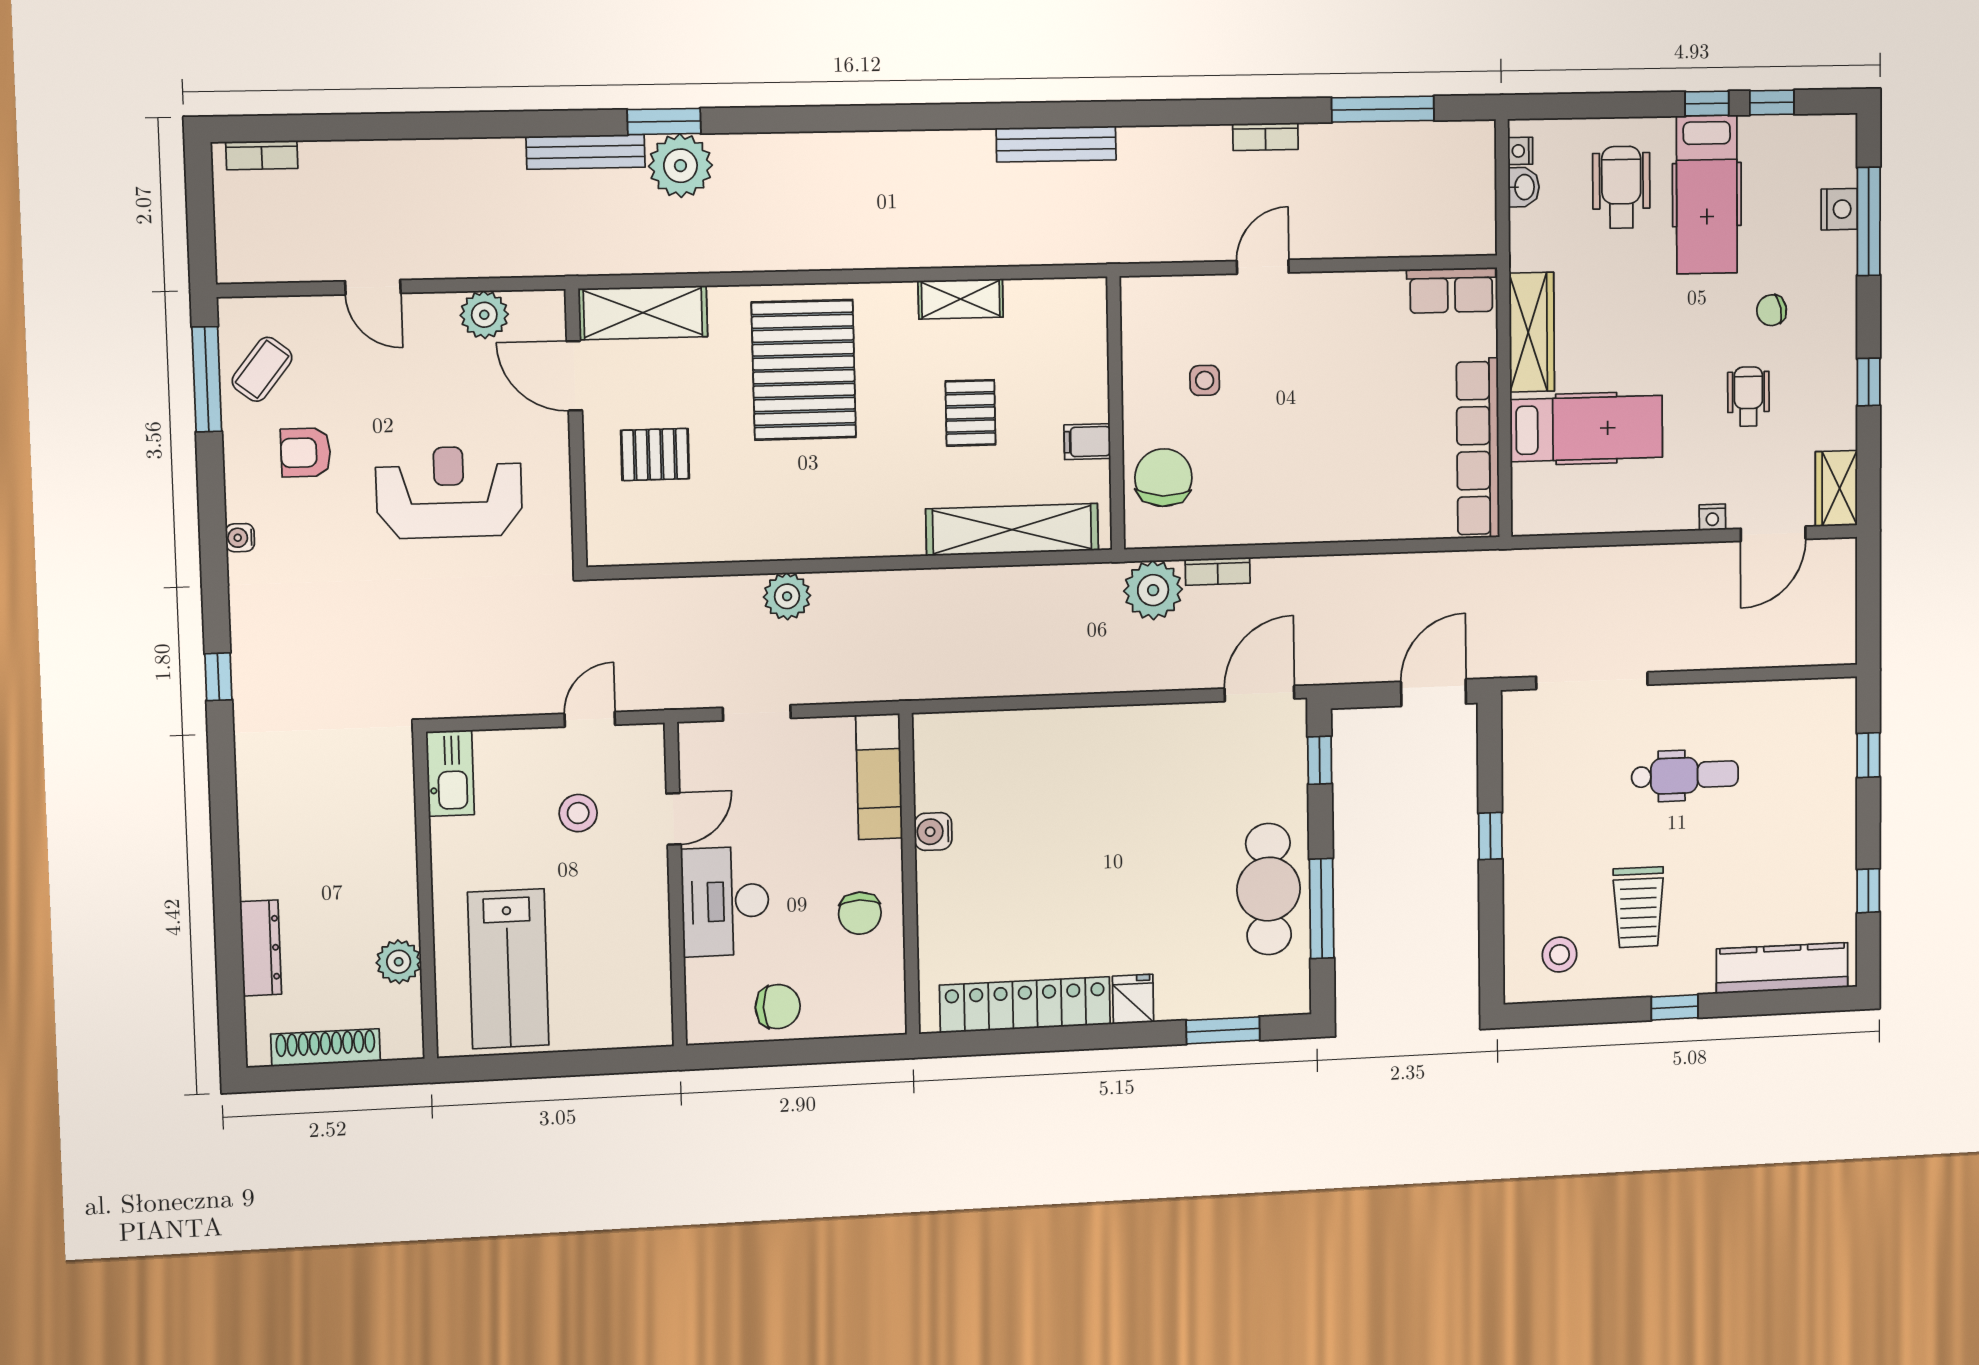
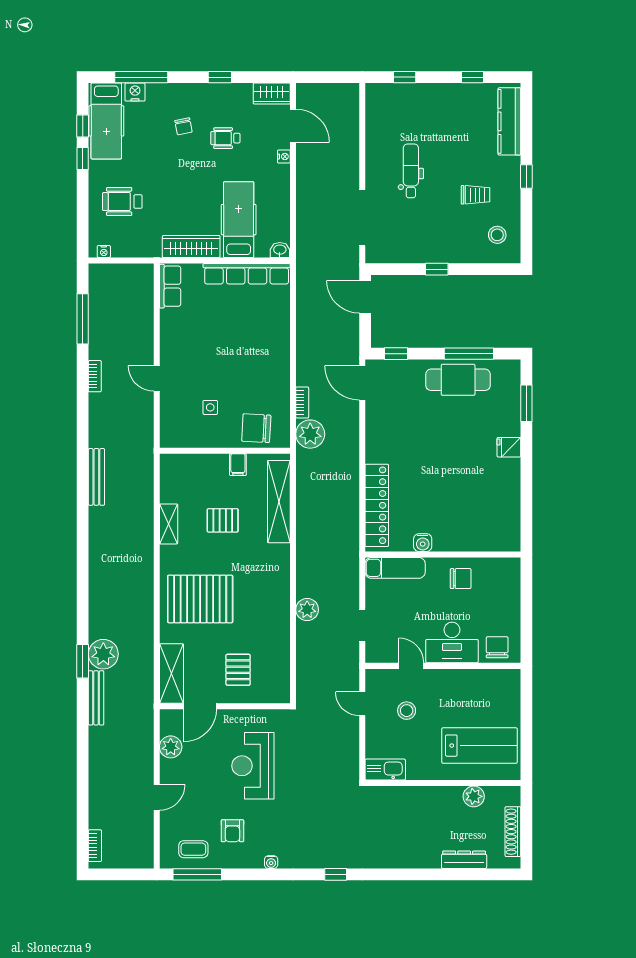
washbasin: (1524, 187) -> (280, 250), moved
hospital bed: (1707, 195) -> (106, 121), moved, turned 90
coffee table: (262, 369) -> (193, 849), turned -38
trolley: (1638, 907) -> (476, 195), width x0.73, depth x0.72
locker: (1025, 1005) -> (377, 505), moved, turned 180
chair: (778, 1007) -> (497, 647), moved

